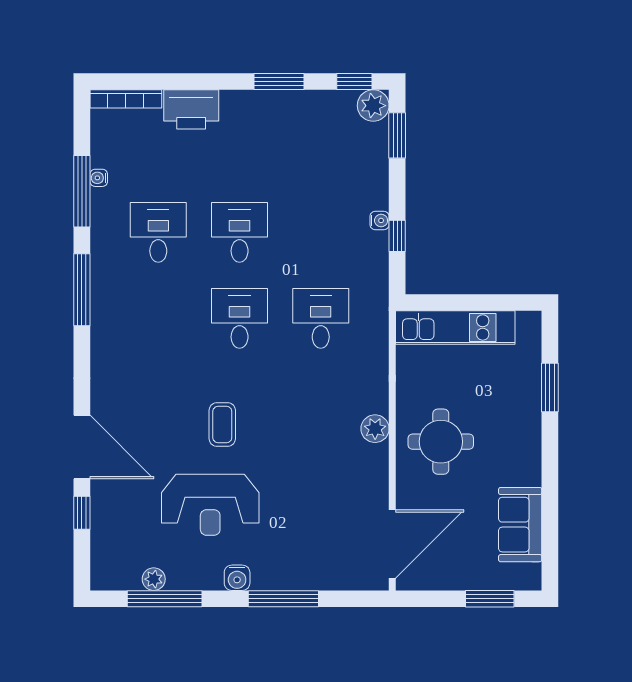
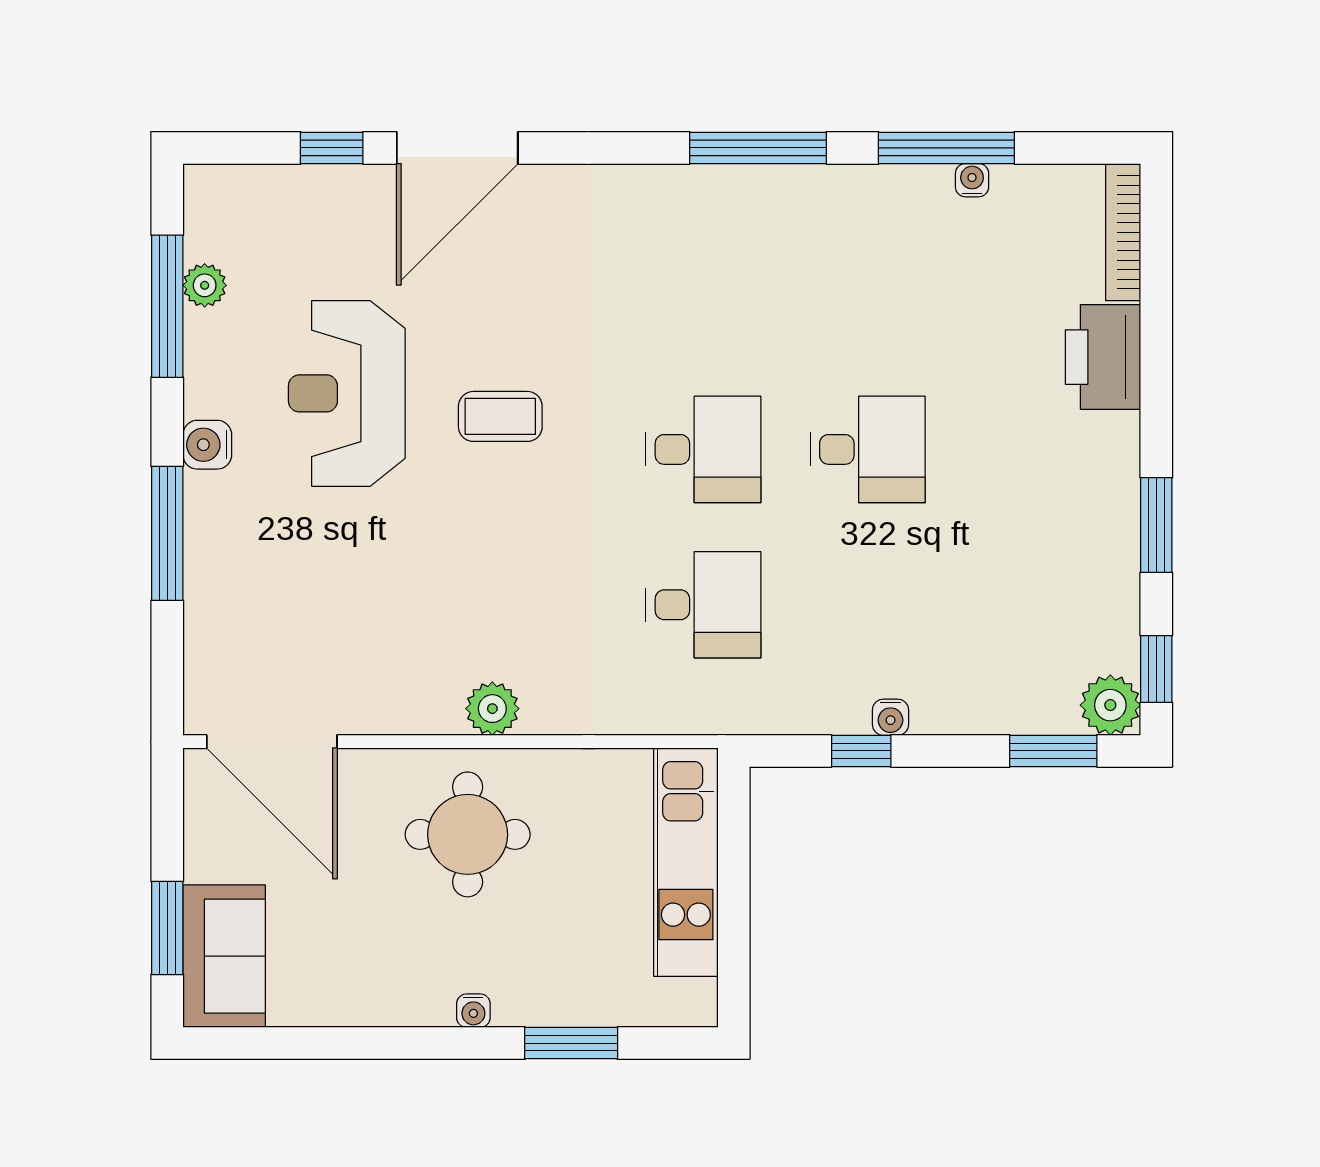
desk: (158, 232) -> (868, 294), removed
water cooler: (533, 439) -> (473, 1011), added
sofa: (520, 525) -> (224, 956), moved, turned 90

